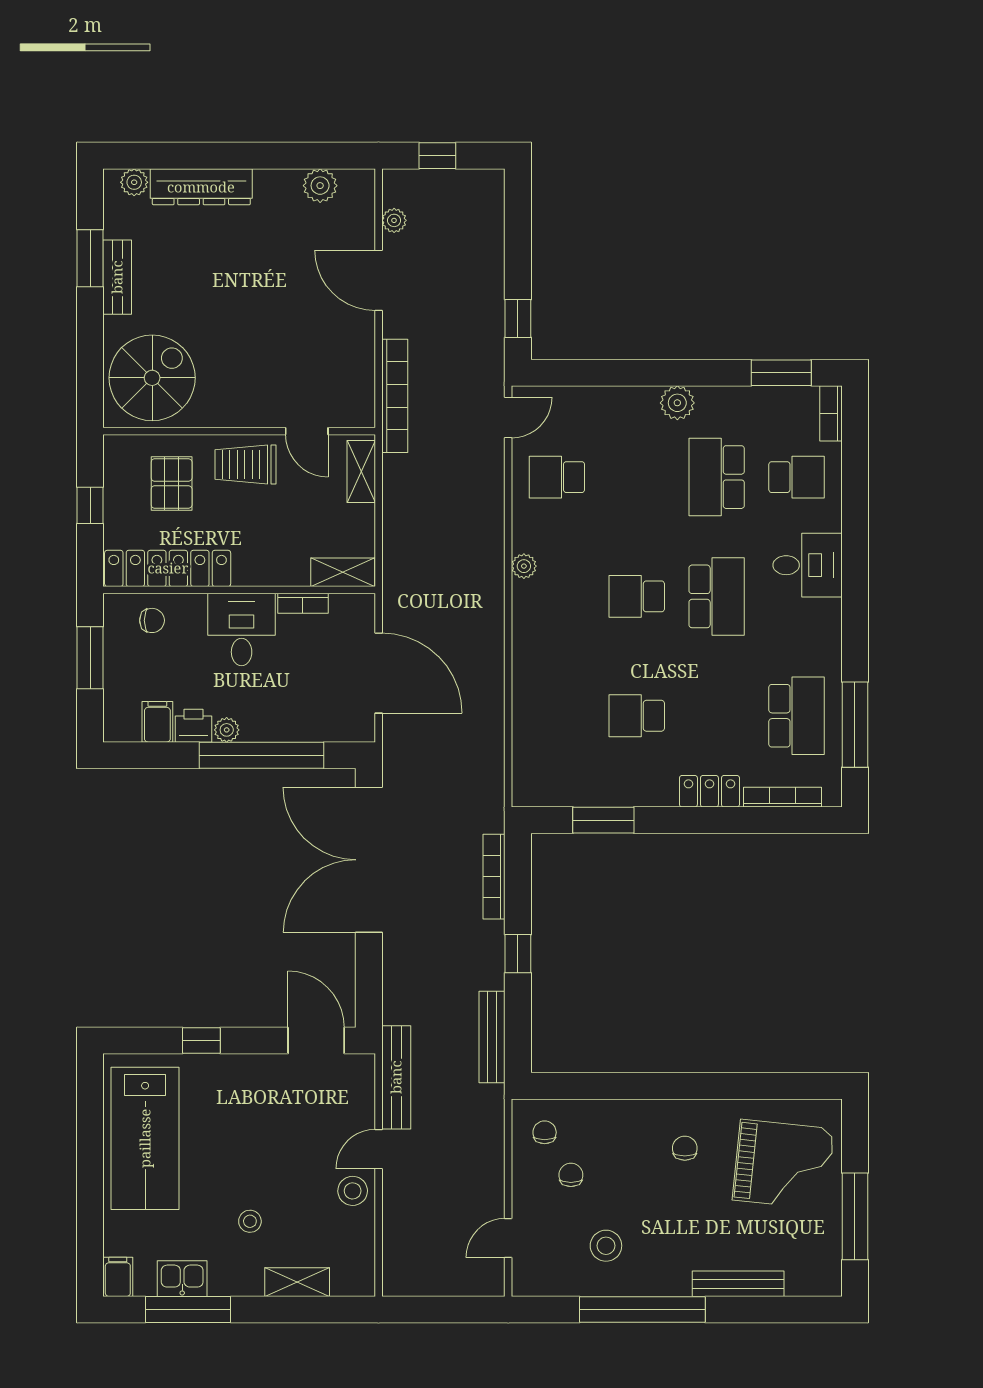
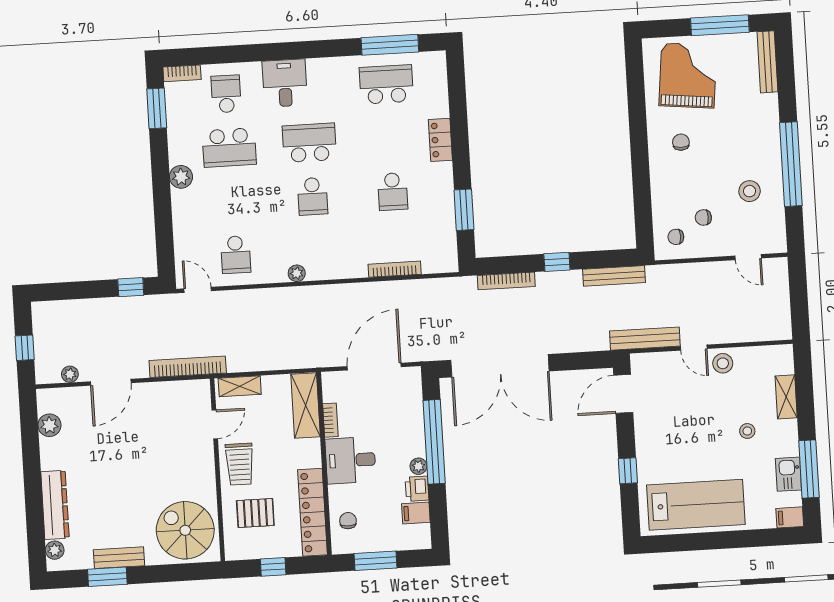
shelving: (343, 572) -> (306, 406), width x1.50, depth x1.33
bookcase: (782, 797) -> (395, 269), moved, turned 90
chair: (685, 1148) -> (681, 142), turned 90
bench: (738, 1284) -> (767, 62), moved

